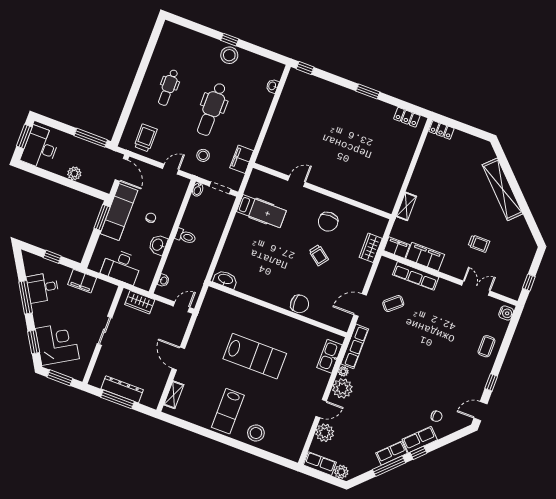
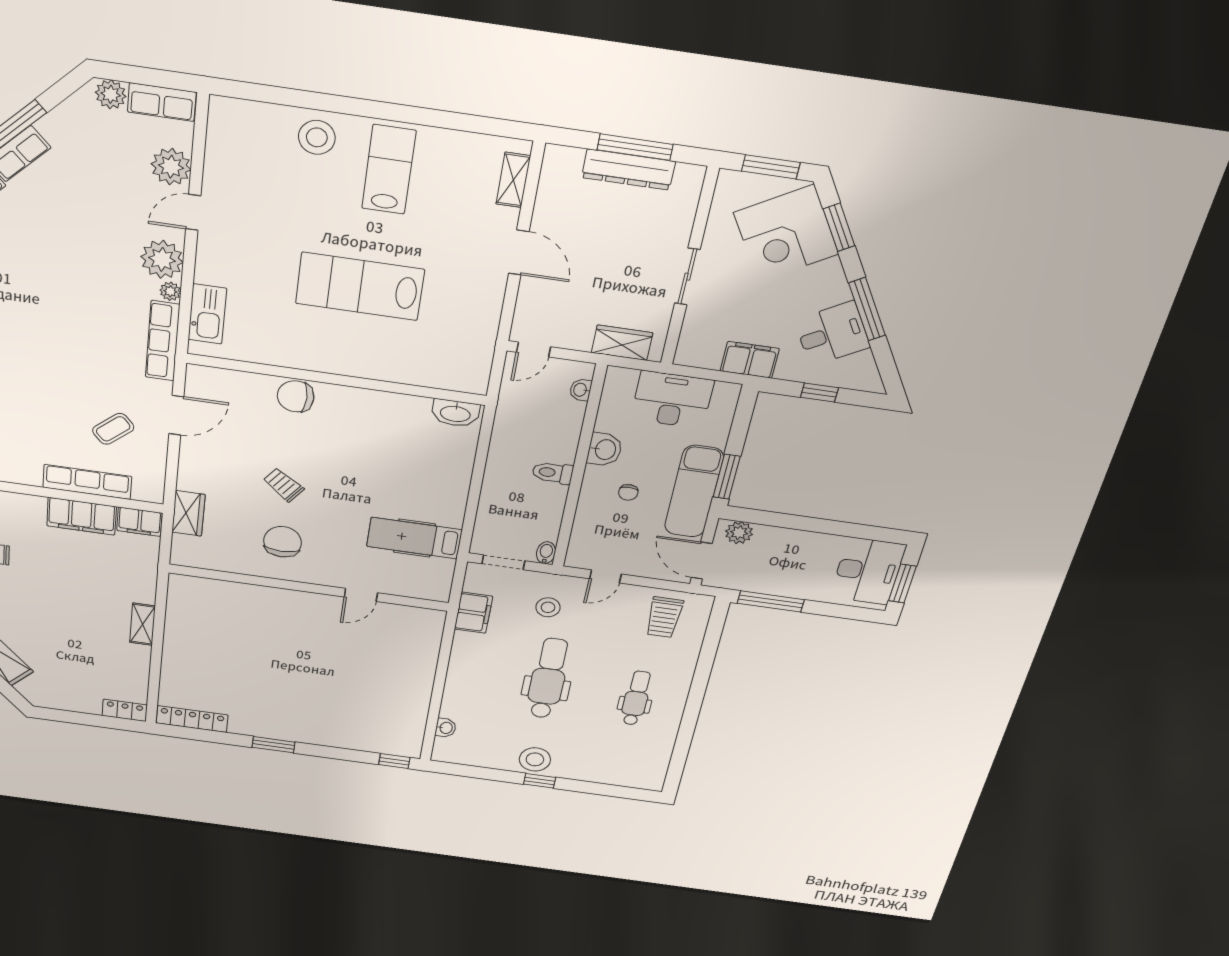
locker: (407, 117) -> (192, 719), width x1.53
plant: (74, 173) -> (739, 533), moved
shelving: (406, 206) -> (143, 624), moved

